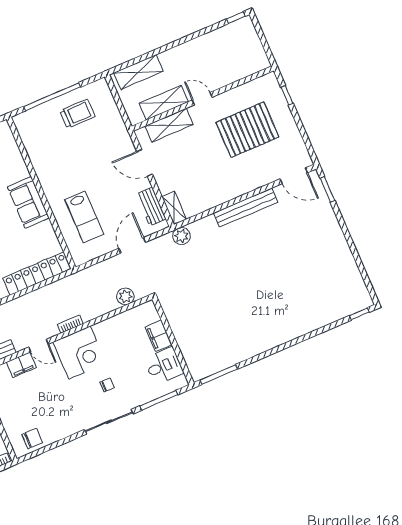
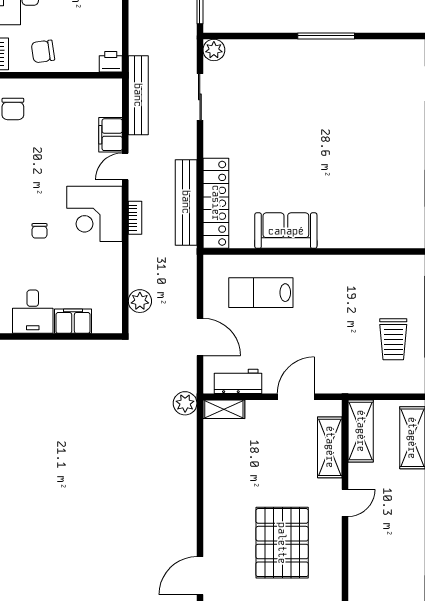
shelving: (164, 103) -> (361, 431), moved
sofa: (28, 202) -> (286, 231), moved
bench: (246, 208) -> (186, 202), moved

